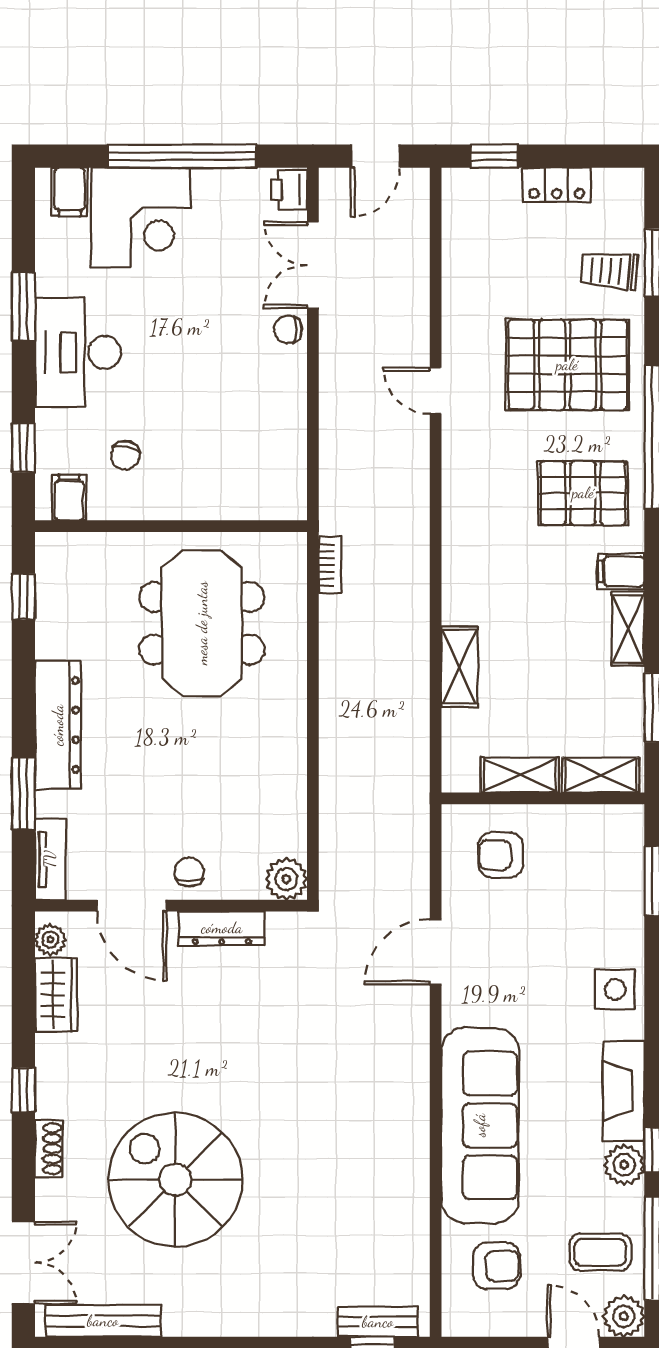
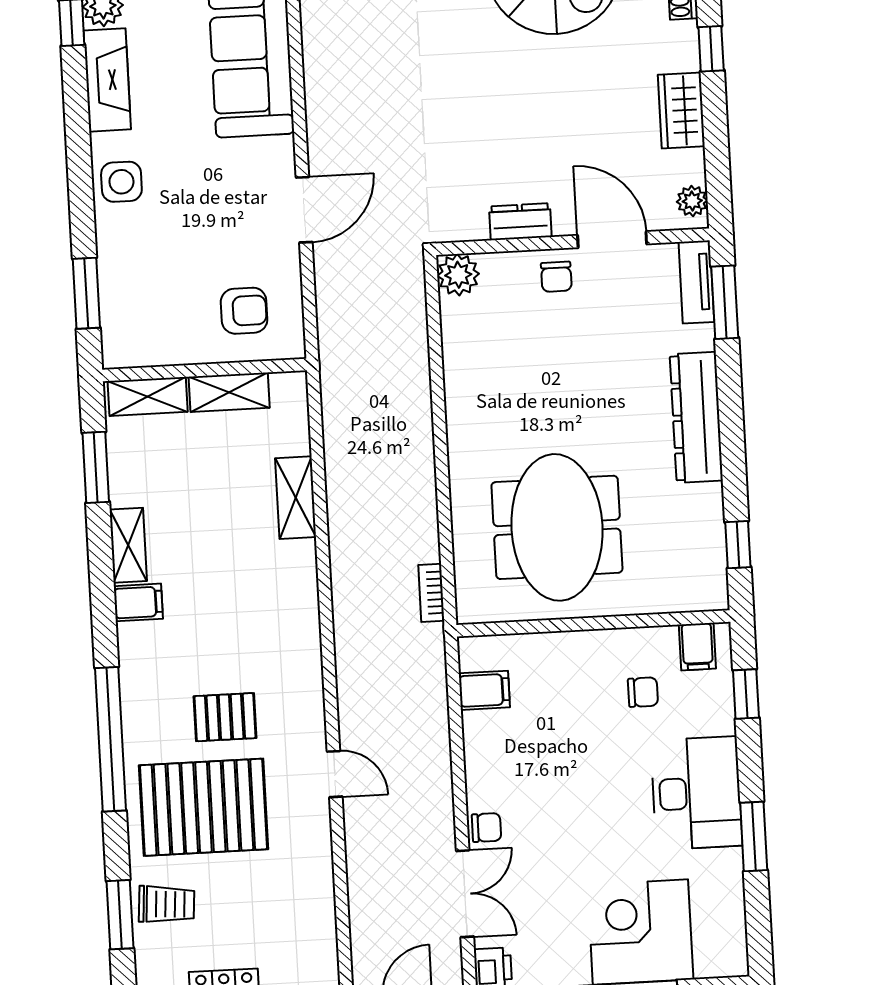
filing cabinet: (70, 192) -> (484, 690), moved, turned 90
chair: (125, 455) -> (643, 692), turned 78
pallet: (583, 493) -> (225, 717), moved, width x0.67, depth x0.71
window: (23, 794) -> (725, 302), moved
dresser: (222, 928) -> (520, 222), width x0.70
wardrobe: (56, 995) -> (681, 110), moved

